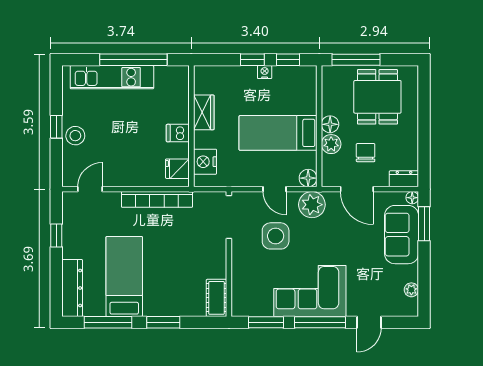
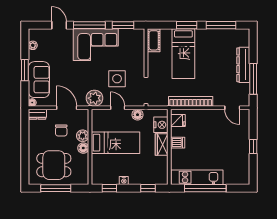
window: (252, 60) -> (148, 188), moved
window: (356, 60) -> (56, 188), moved
kitchen unit: (112, 77) -> (197, 177), moved
dining table: (377, 97) -> (54, 165), turned 90
wardrobe: (204, 112) -> (162, 144), moved
stool: (75, 136) -> (241, 141), removed
floor lamp: (308, 178) -> (138, 115), moved
door: (90, 189) -> (232, 108), hinge flipped
window: (424, 224) -> (25, 70), moved
window: (56, 236) -> (253, 79), width x2.17
bed: (124, 276) -> (183, 54), moved
dresser: (72, 288) -> (243, 65), moved
door: (369, 322) -> (59, 25), hinge flipped

